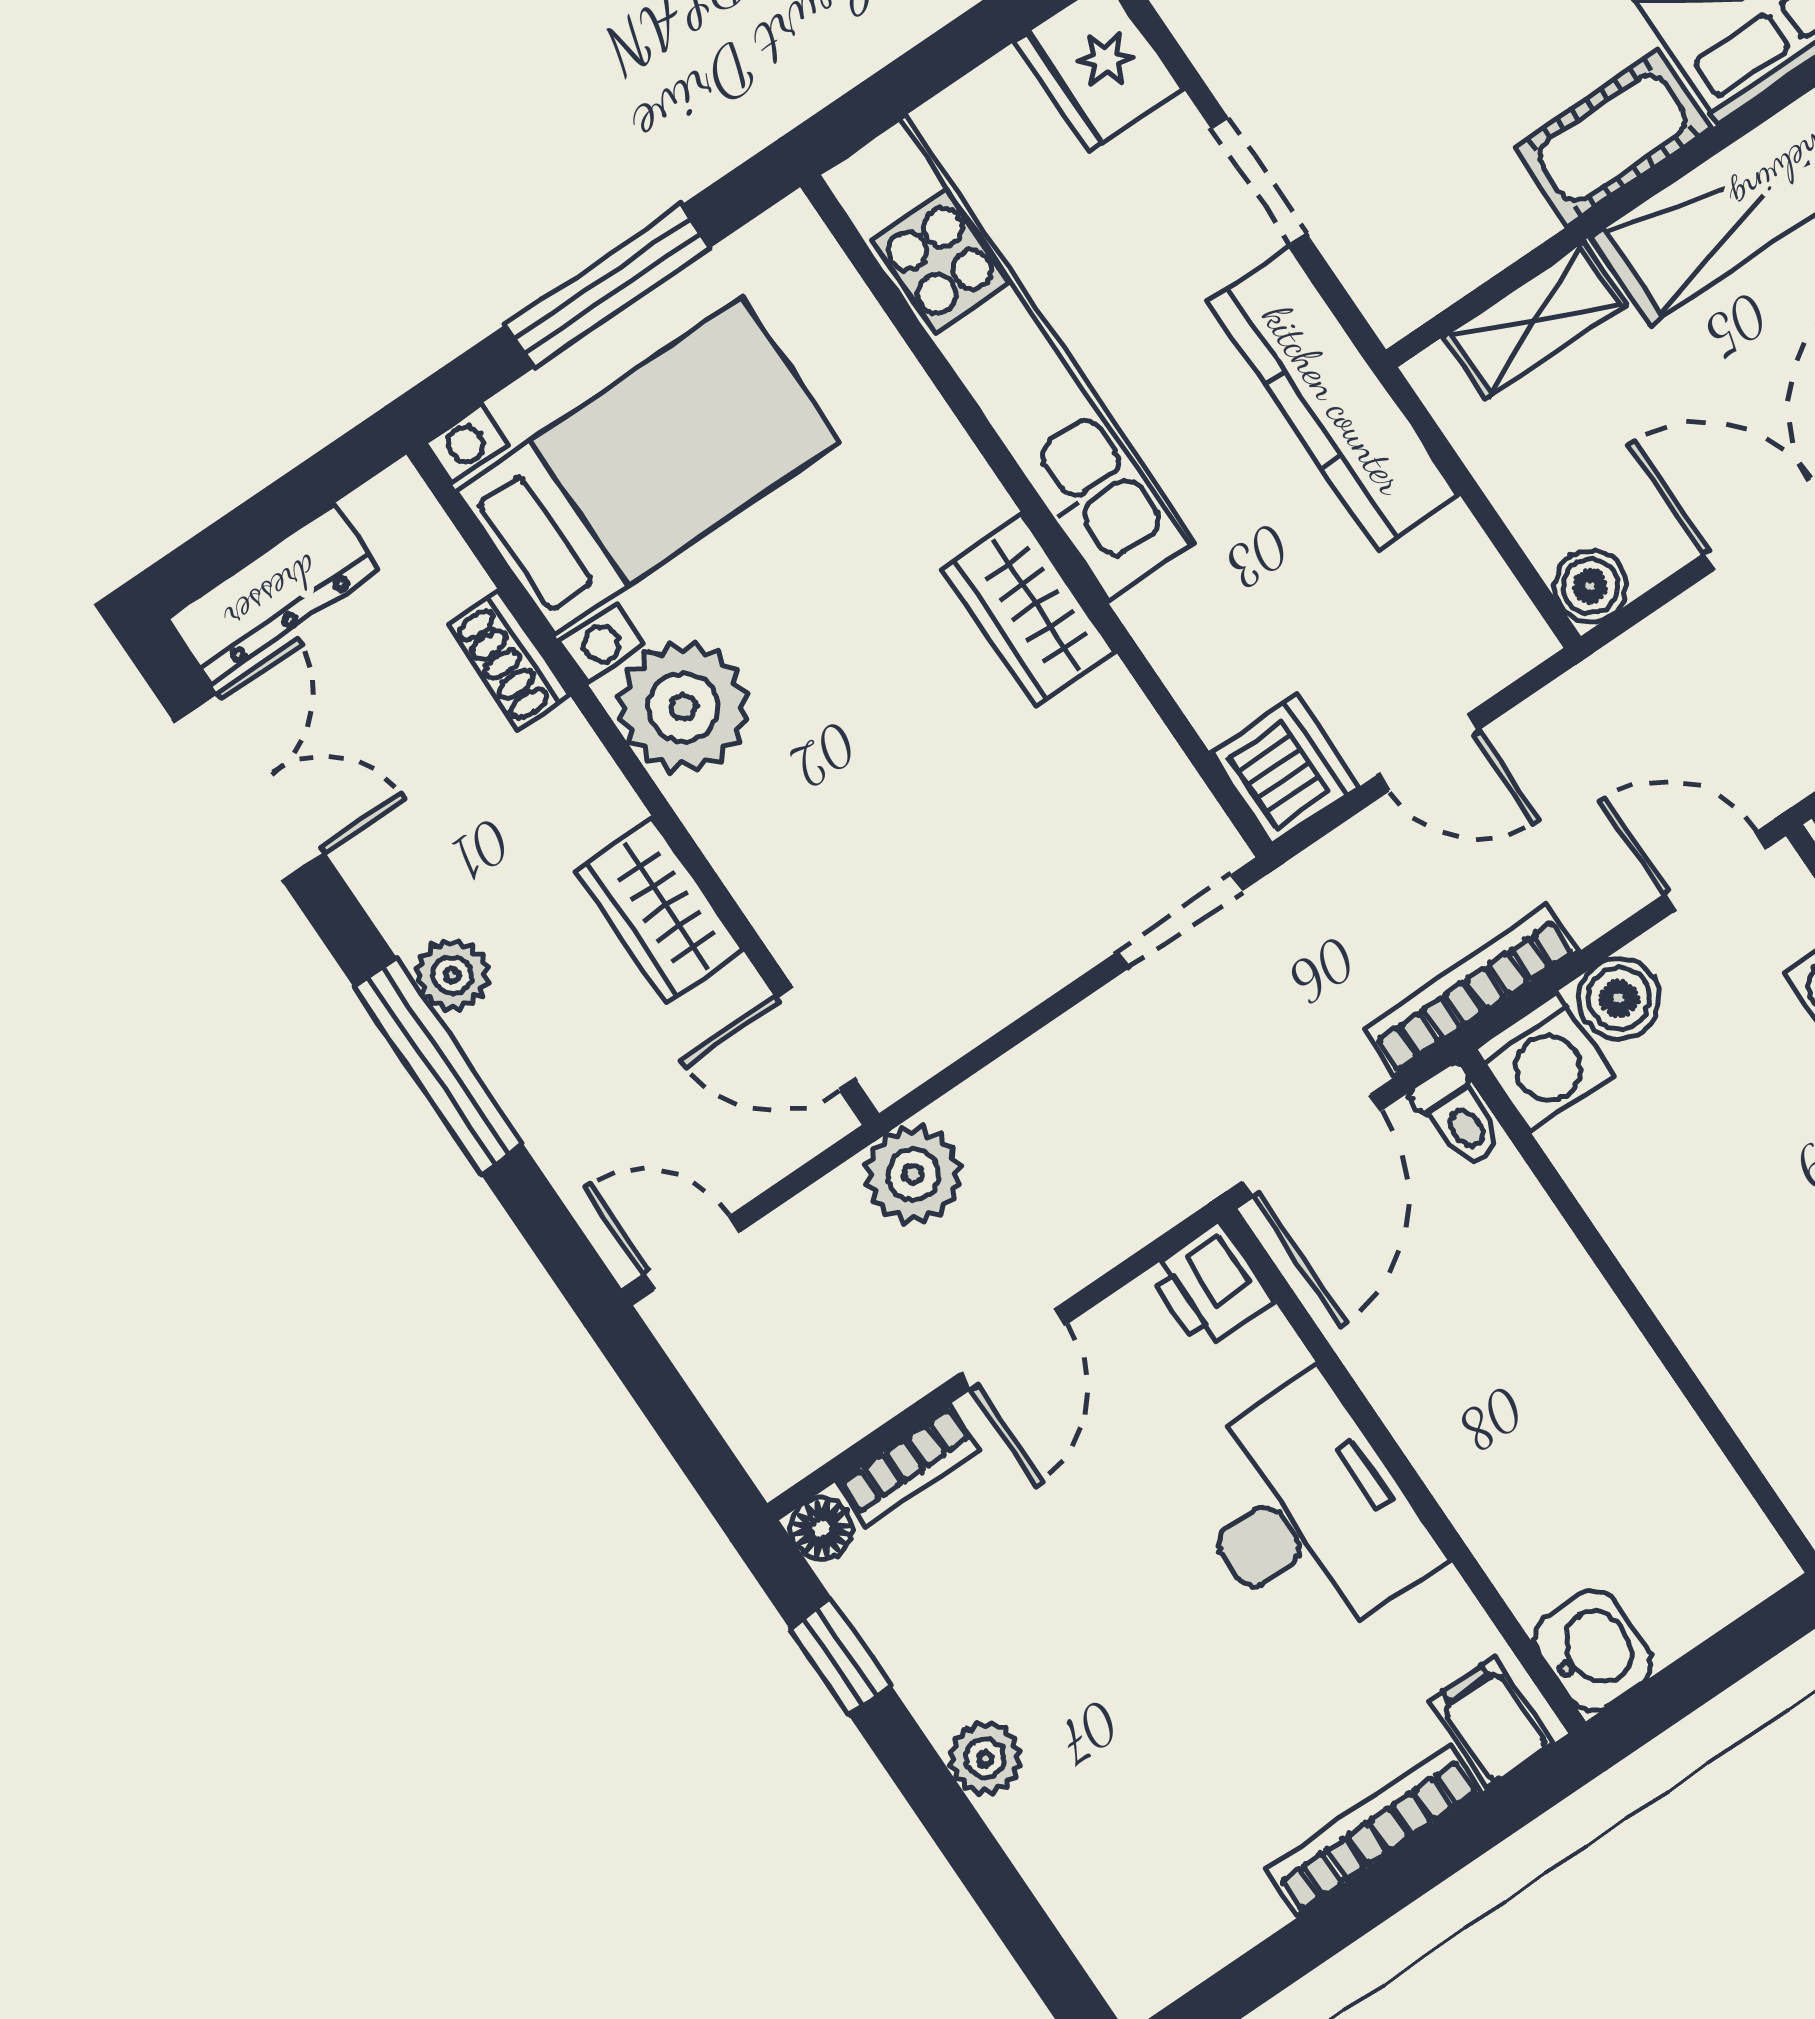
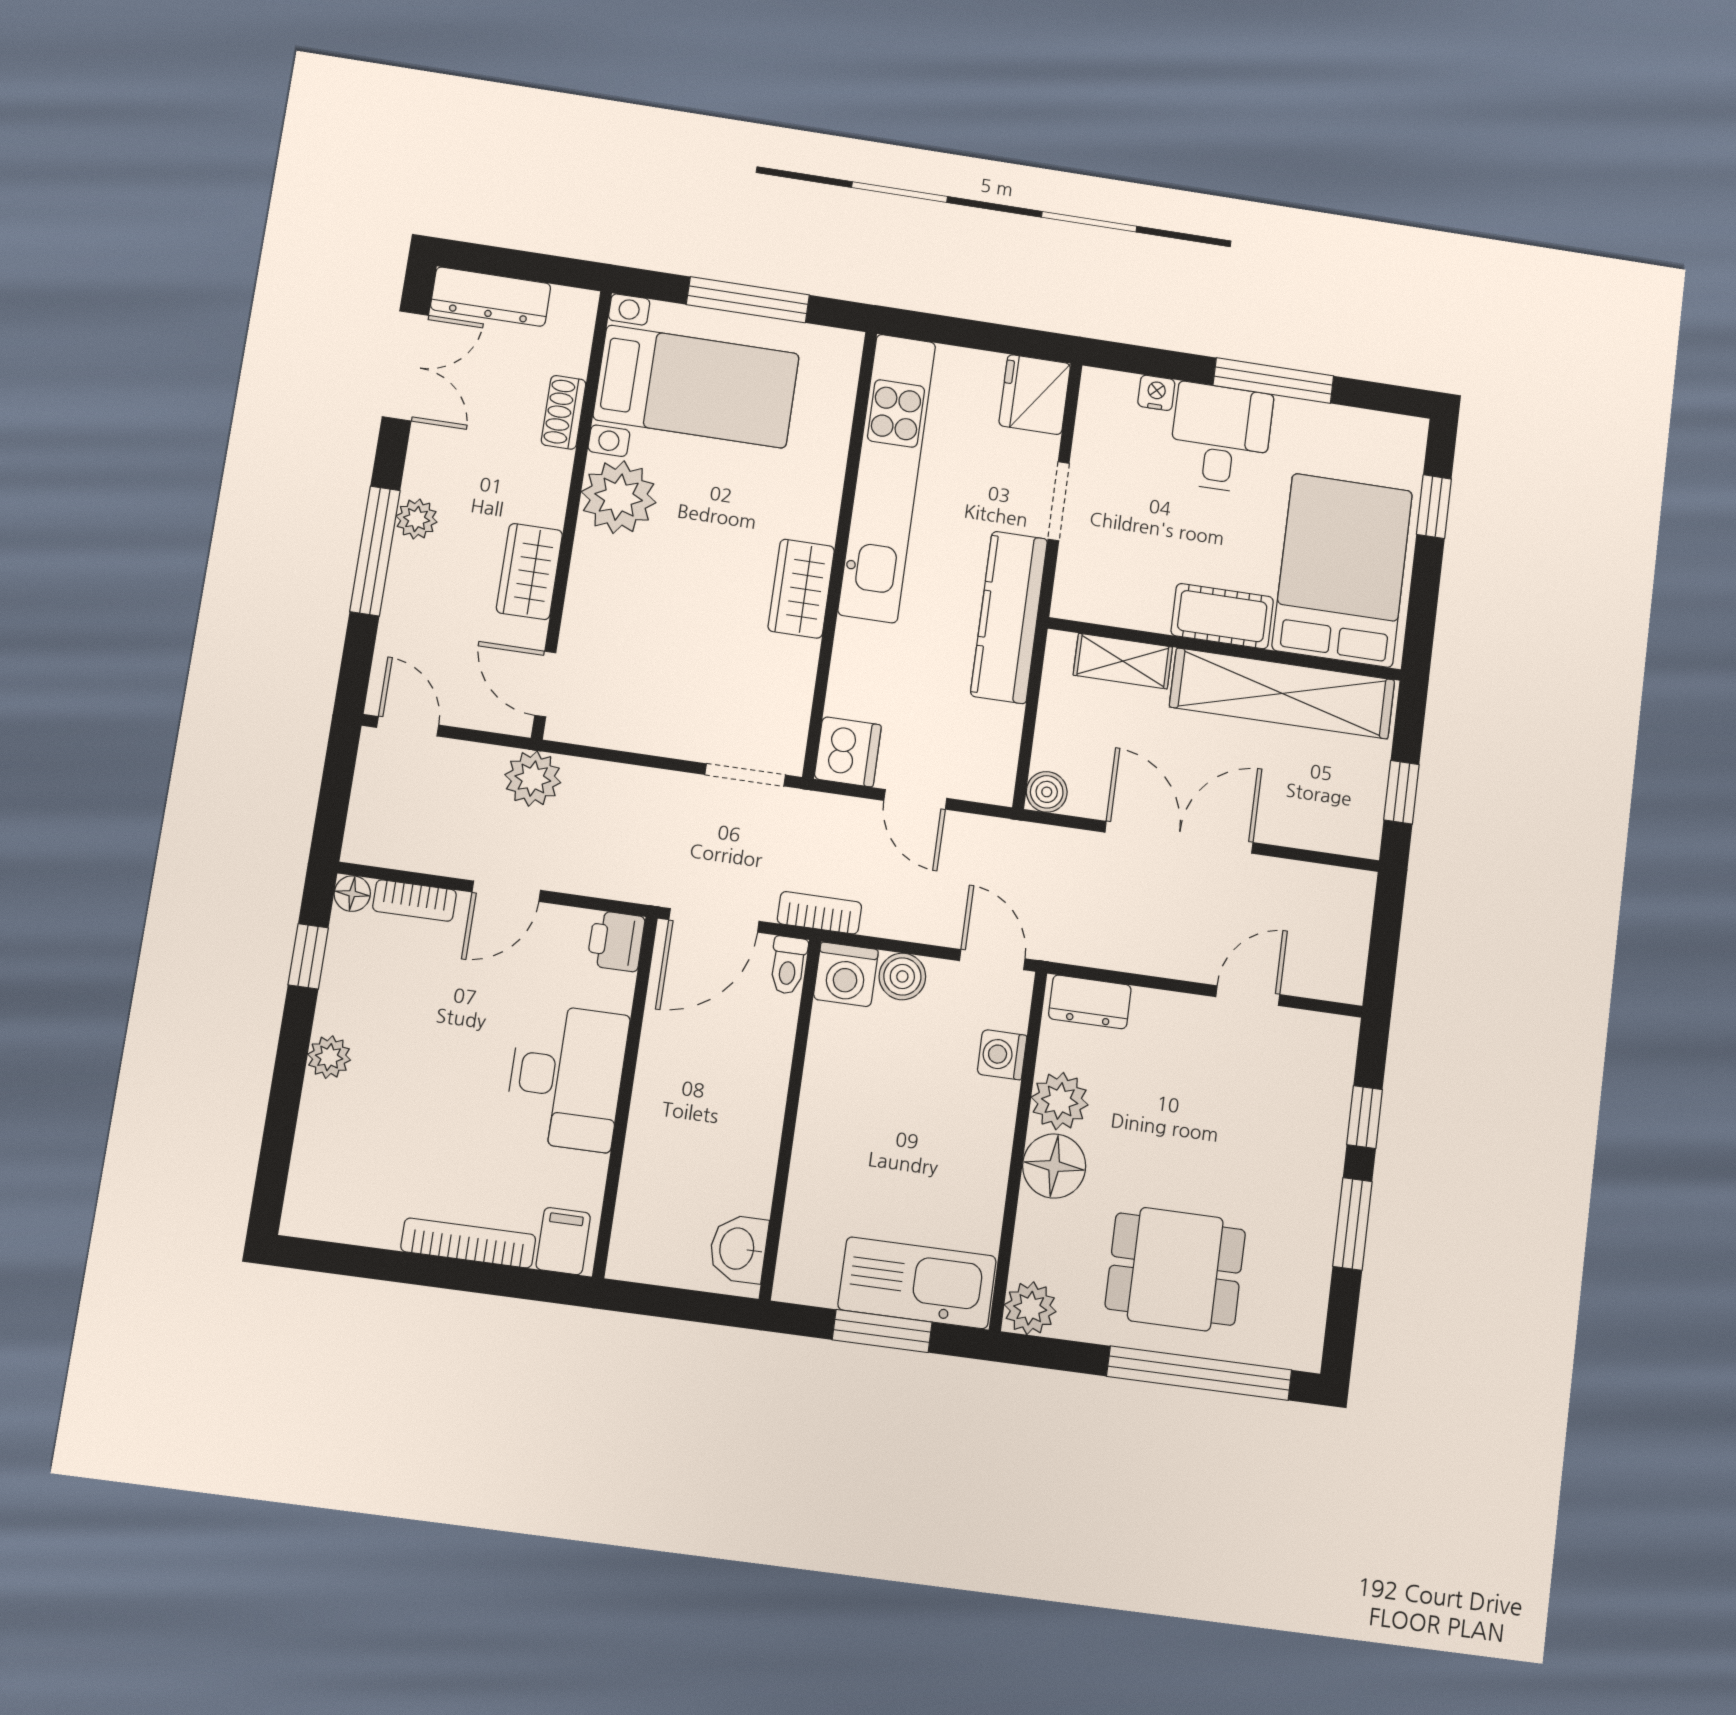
bookcase: (1471, 991) -> (819, 913), width x0.64
washbasin: (1593, 1650) -> (738, 1249), moved, turned 180

